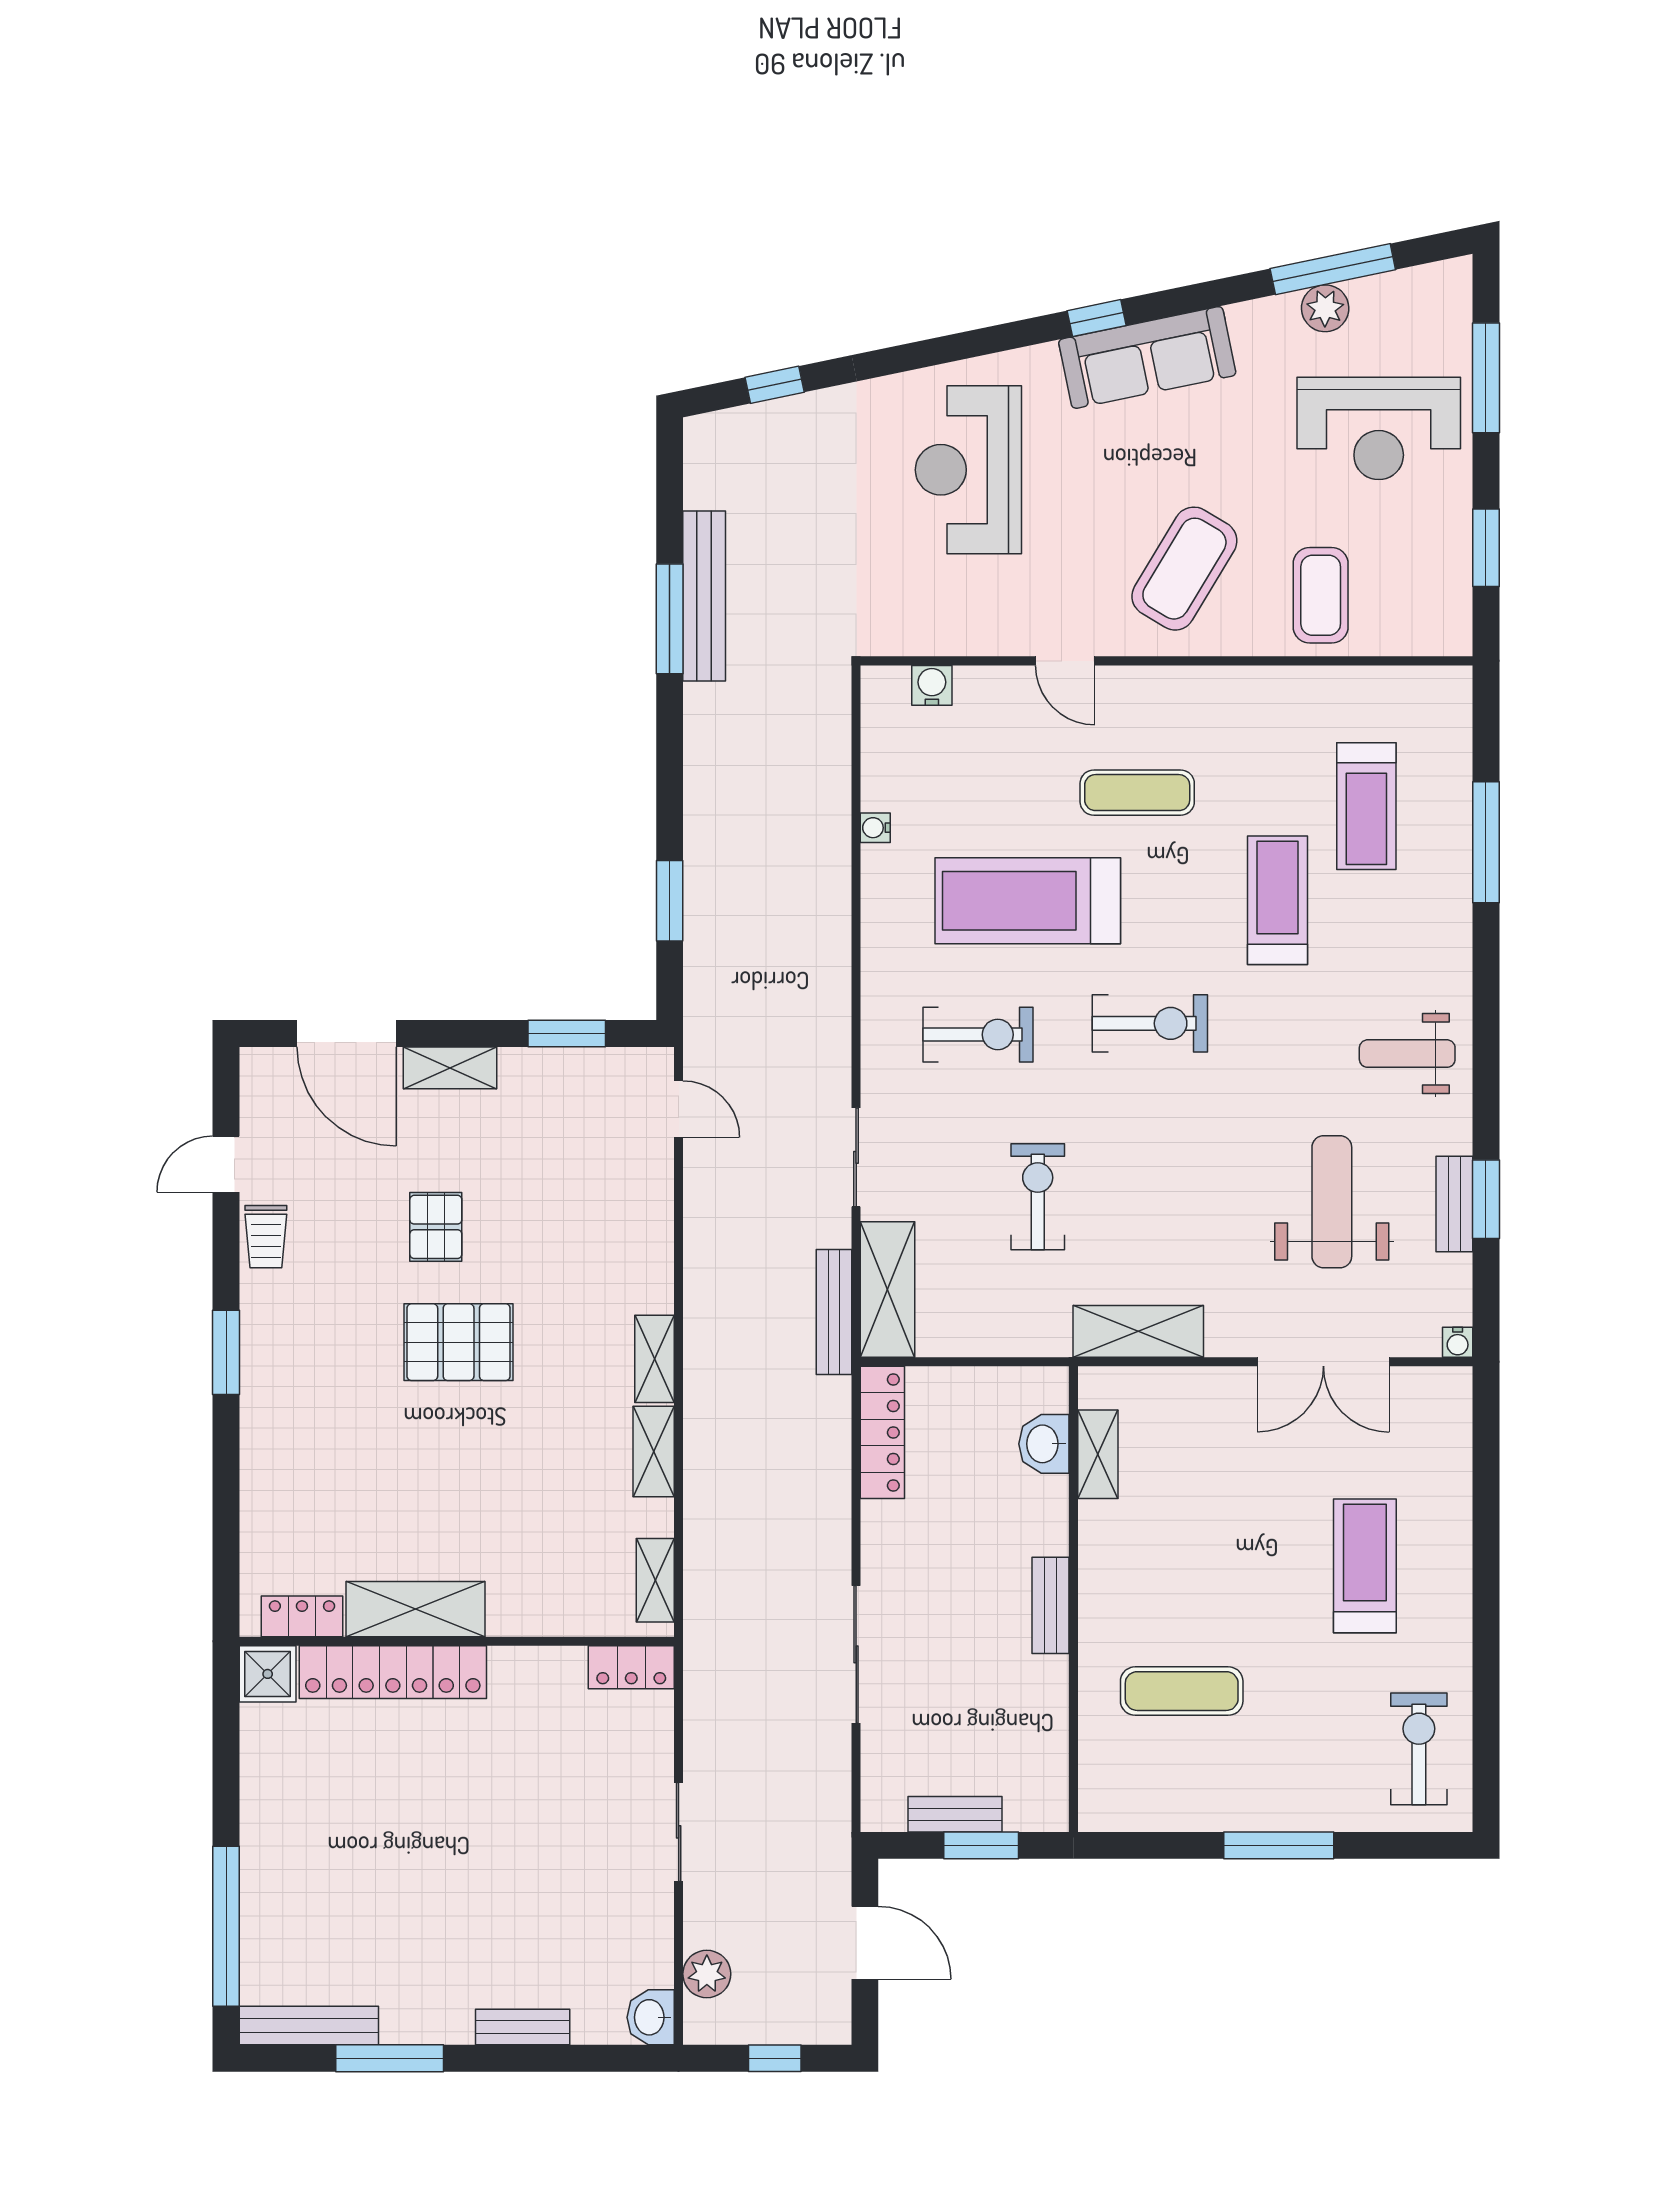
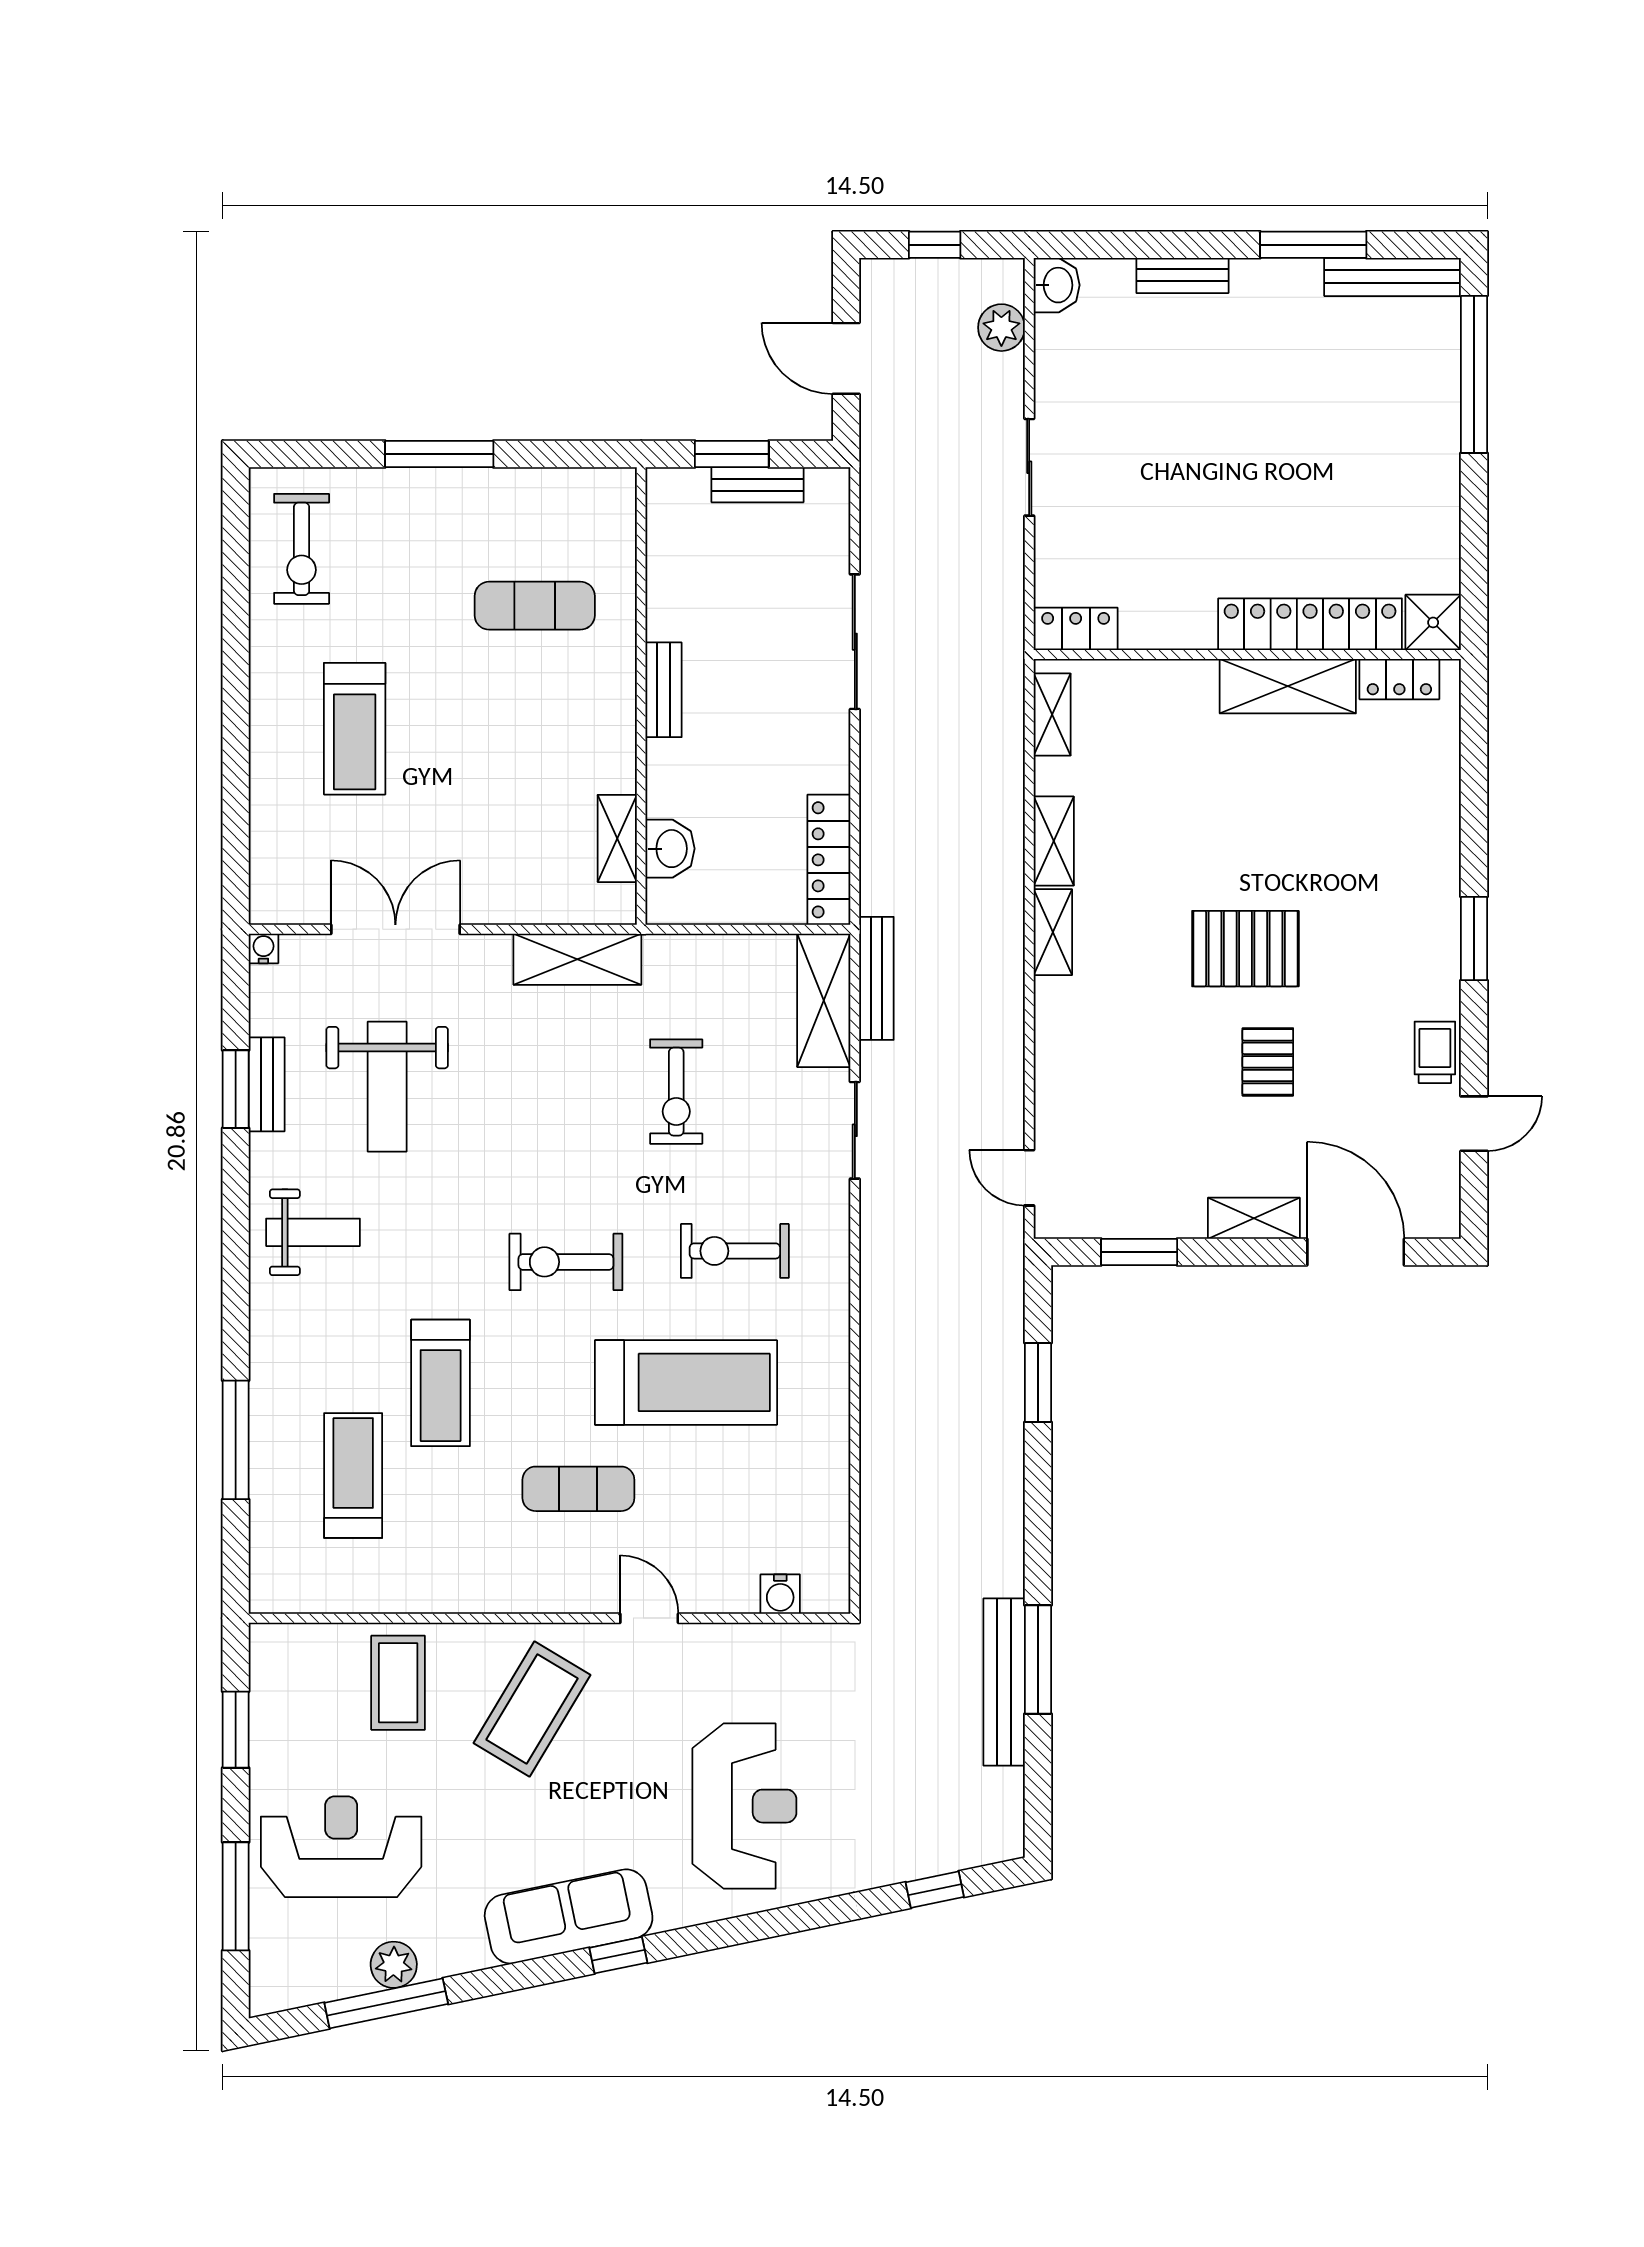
water cooler: (875, 828) -> (836, 1454), removed

